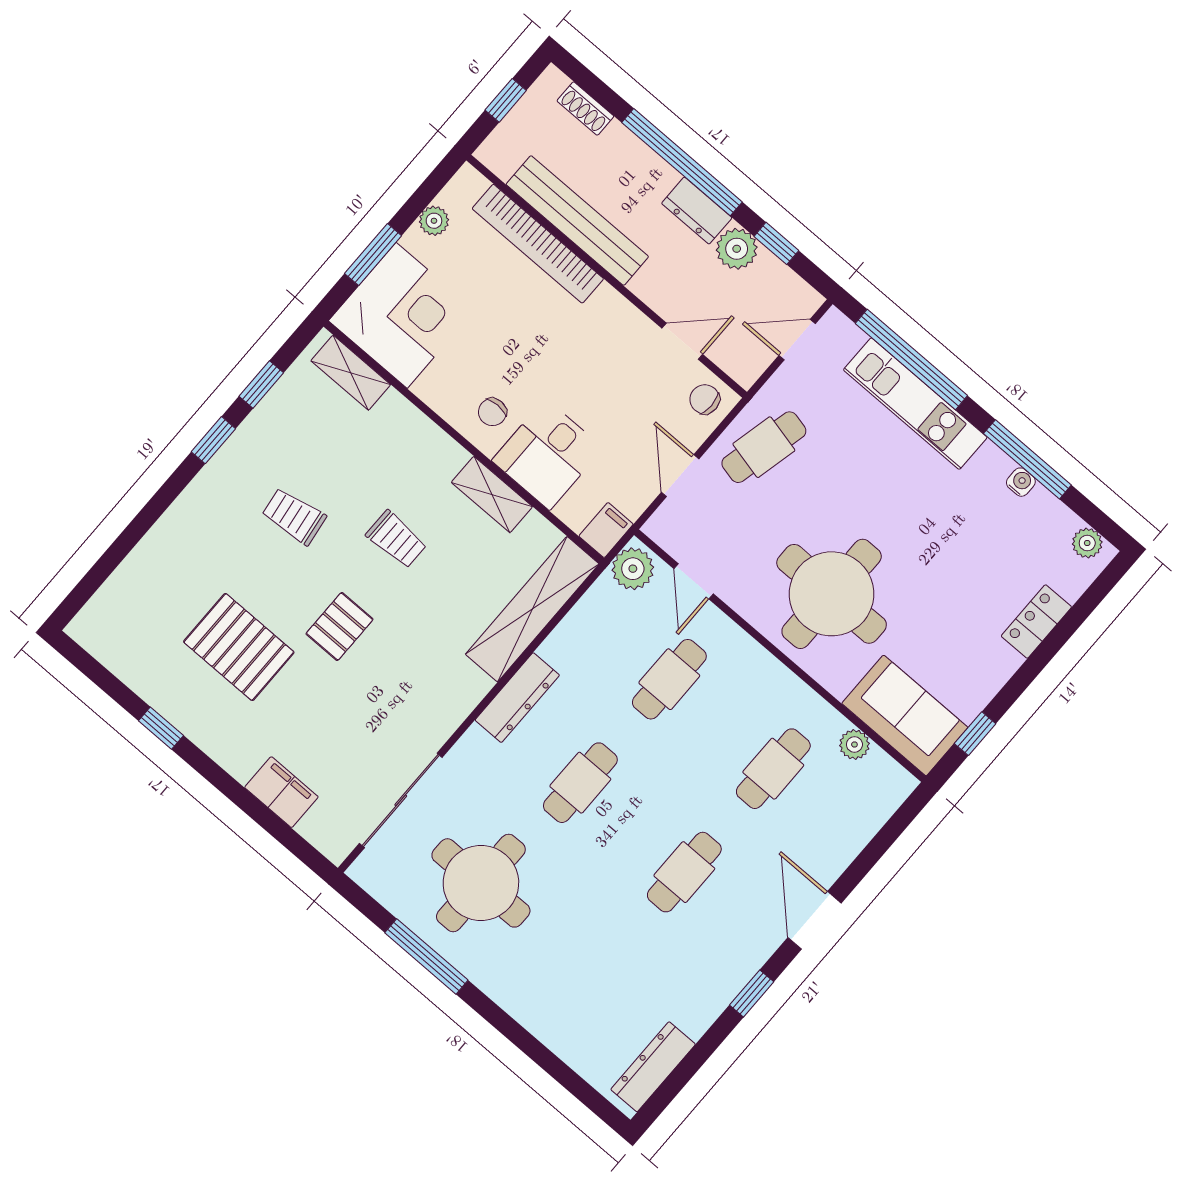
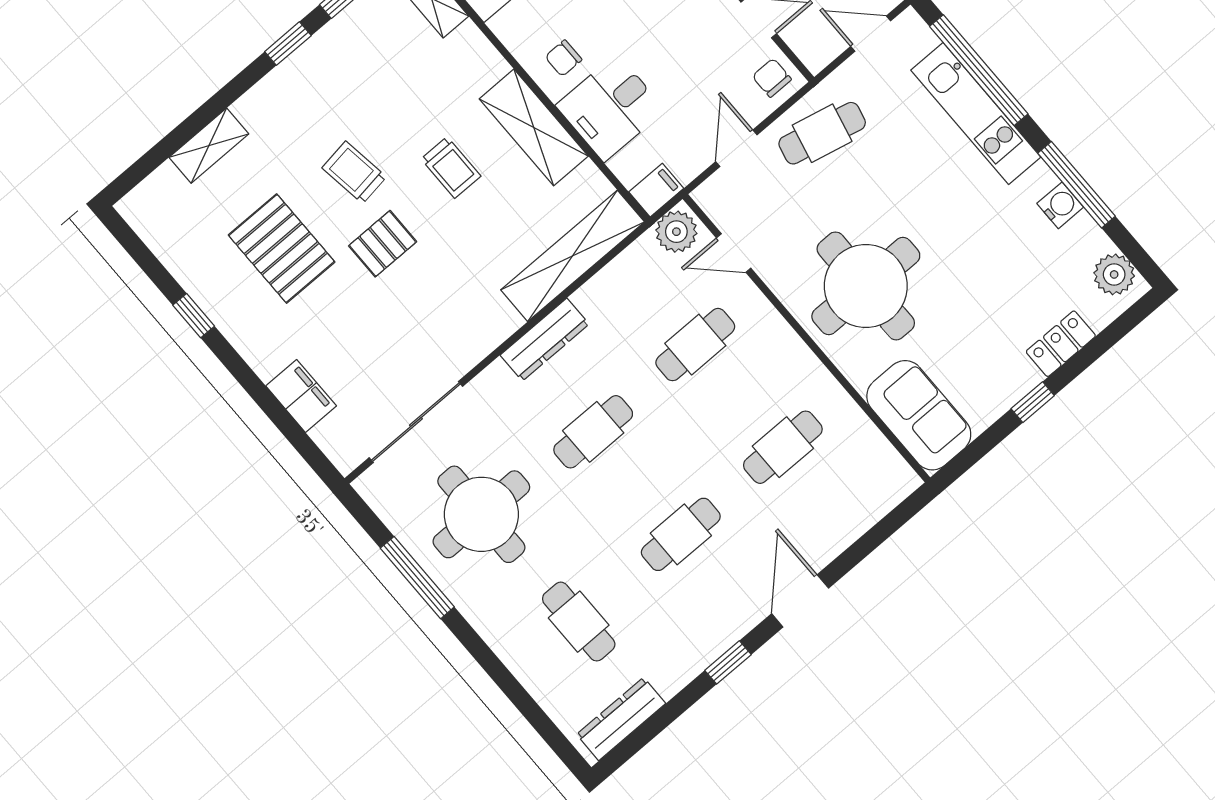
water cooler: (1021, 482) -> (1060, 205), width x1.38, depth x1.38
shelving: (492, 494) -> (534, 127), width x1.50, depth x1.33
trolley: (294, 516) -> (354, 172), moved
plant: (1087, 543) -> (1114, 274), width x1.38, depth x1.38
shelving: (150, 555) -> (209, 146), added
door: (694, 581) -> (734, 253), hinge flipped
window: (975, 734) -> (1033, 402), moved
plant: (854, 744) -> (865, 436), removed
cafe table: (595, 976) -> (579, 622), added

